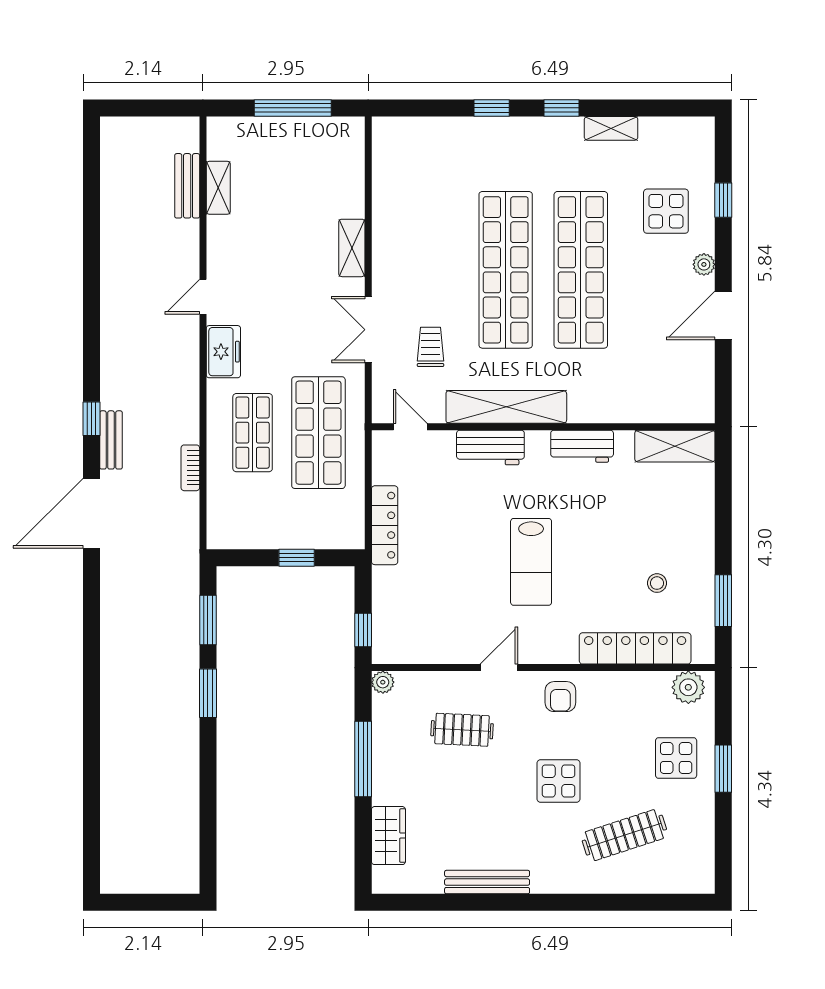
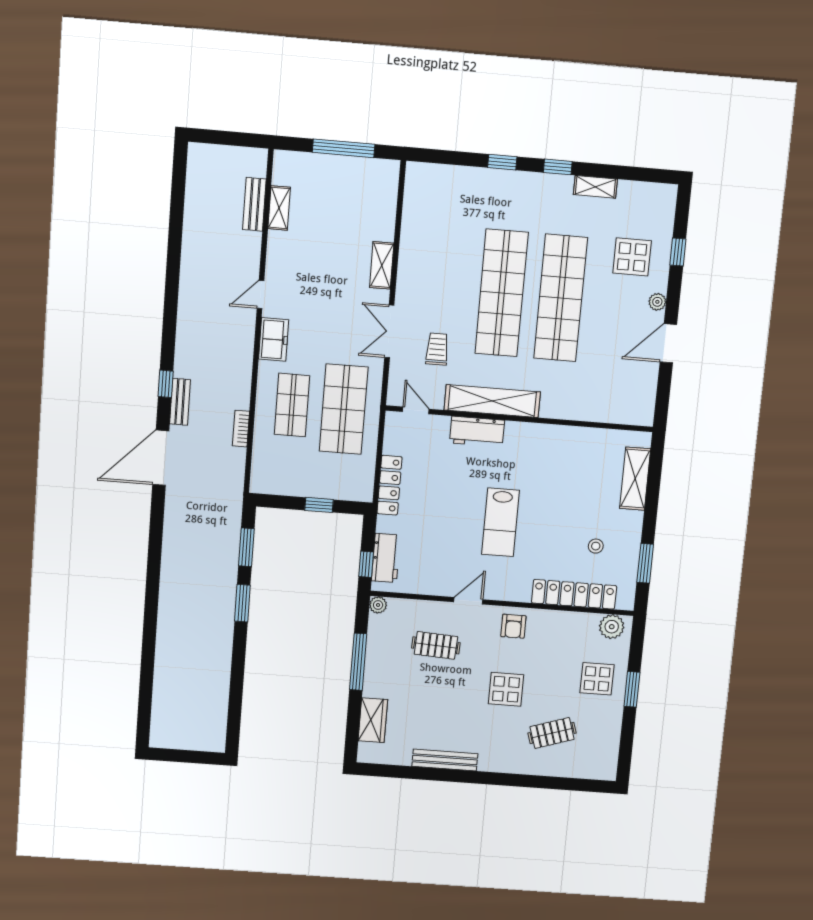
workbench: (582, 446) -> (386, 558), moved, turned -90
shelving: (675, 446) -> (635, 479), moved, turned 90
clothes rail: (624, 835) -> (552, 733), width x0.73

